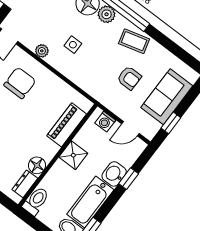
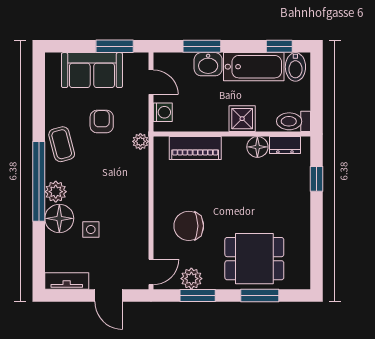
side table: (73, 45) -> (91, 229), moved
plant: (42, 51) -> (140, 141), moved
window: (171, 123) -> (115, 46), width x1.50
shower: (73, 155) -> (242, 119), moved
window: (129, 179) -> (202, 46), width x1.50

